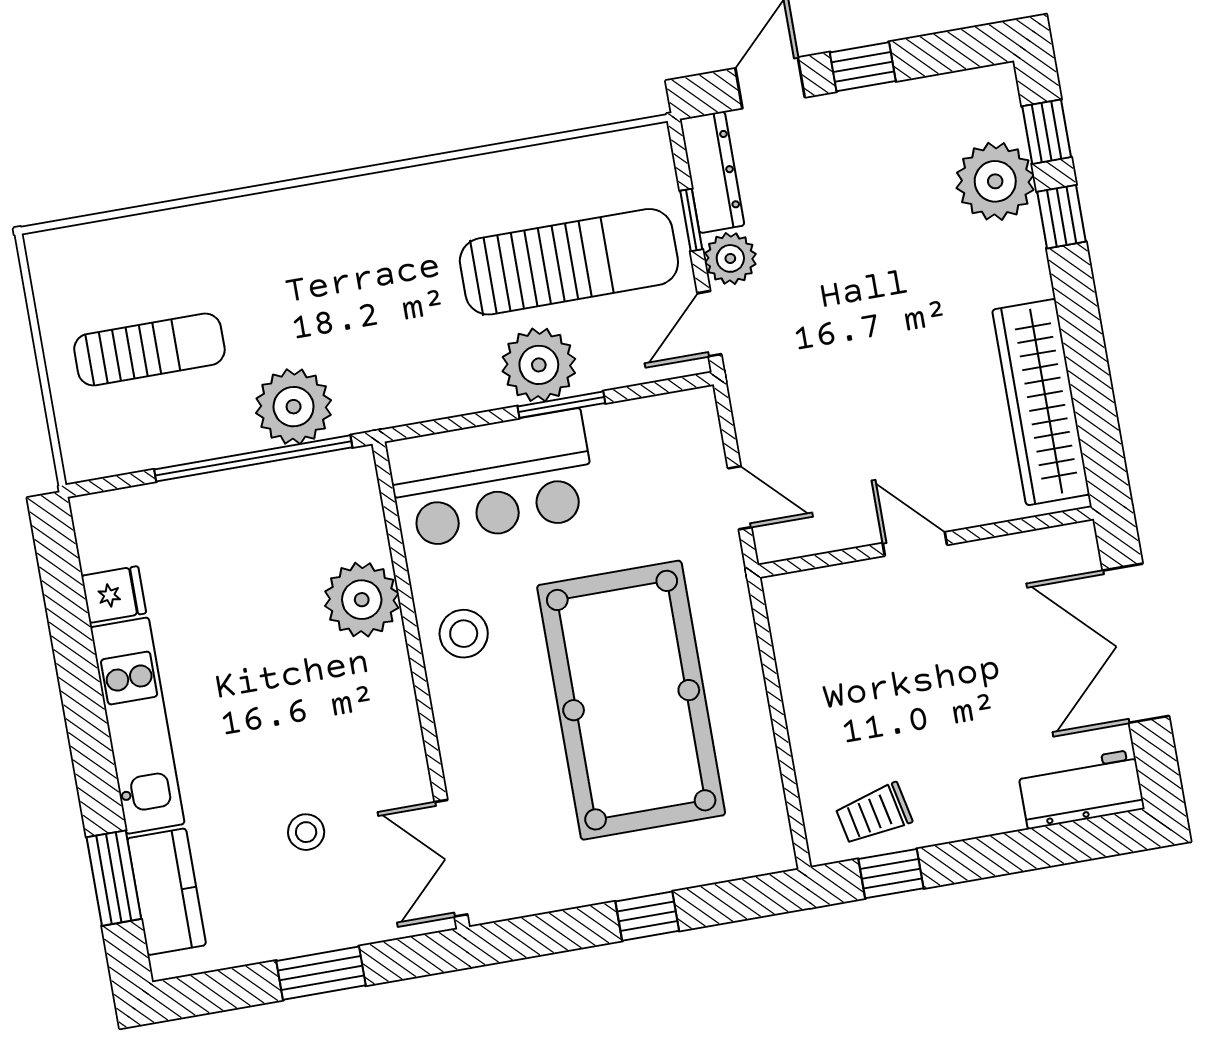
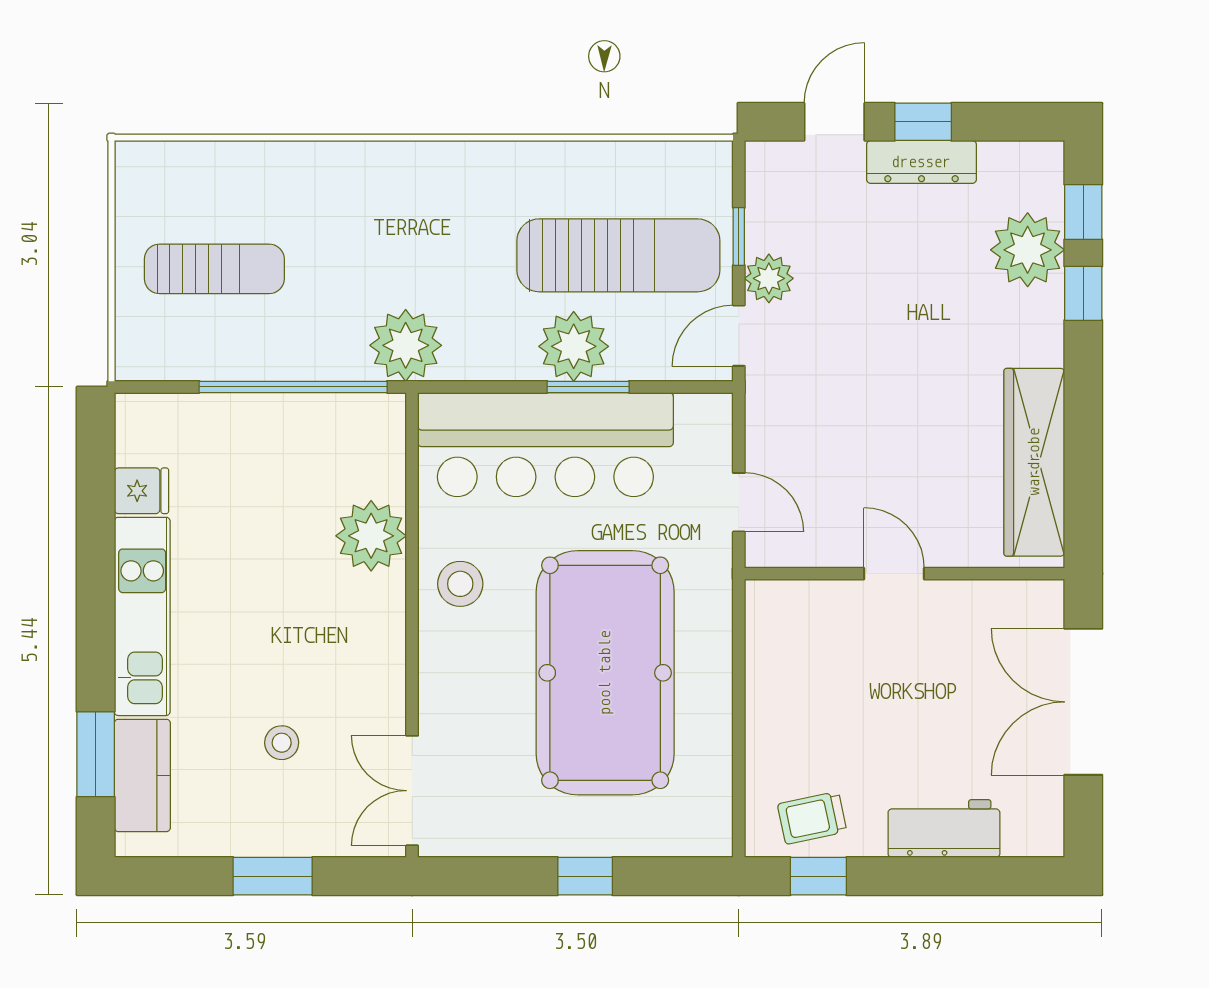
dresser: (712, 172) -> (921, 162), moved, turned 90
plant: (294, 407) -> (406, 345), moved
bar counter: (492, 479) -> (545, 445), width x1.36
workbench: (1081, 789) -> (944, 829), moved

